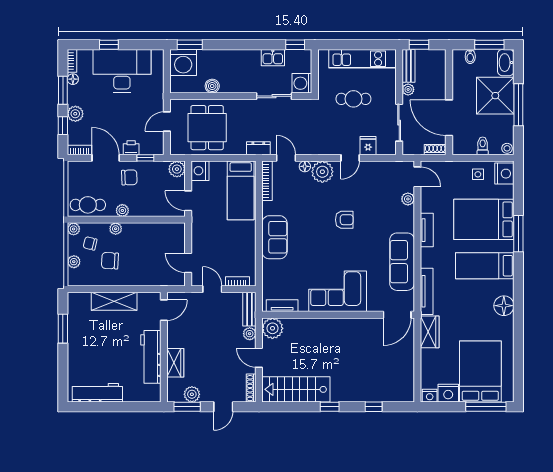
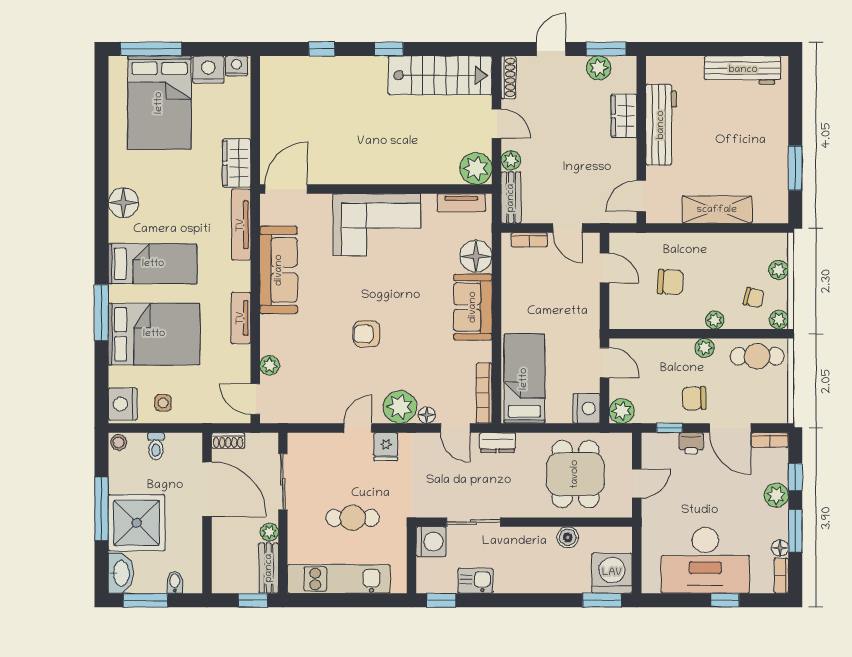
fridge: (368, 146) -> (386, 447), moved
chair: (110, 261) -> (670, 282), moved
floor lamp: (272, 271) -> (476, 256), added

